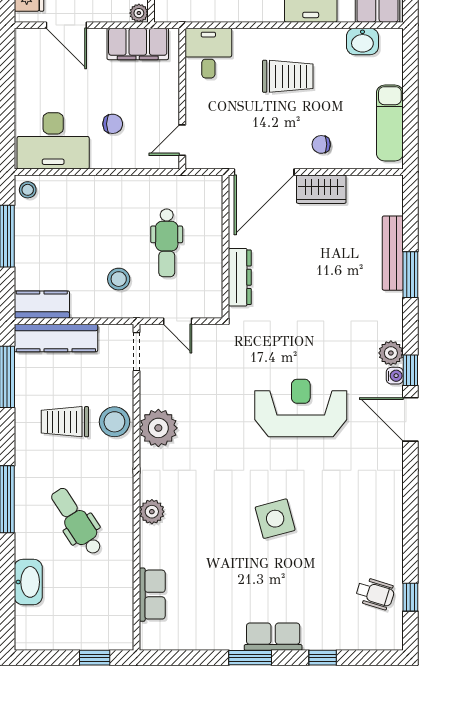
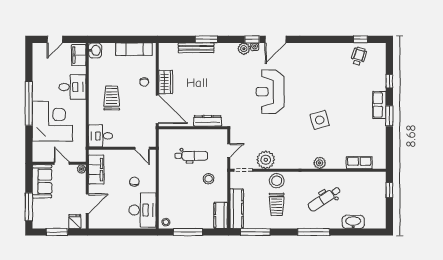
washbasin: (362, 41) -> (95, 50), moved
plant: (158, 428) -> (266, 160), moved
side table: (275, 519) -> (320, 120), moved

